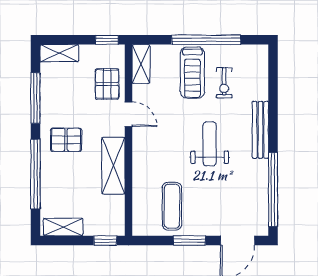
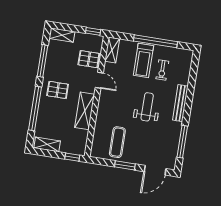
pallet: (107, 84) -> (89, 59), turned 90
window: (273, 190) -> (182, 142), width x0.68

